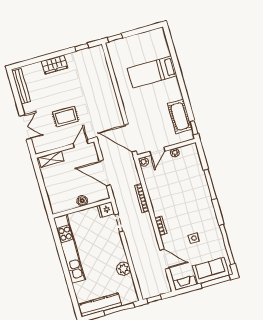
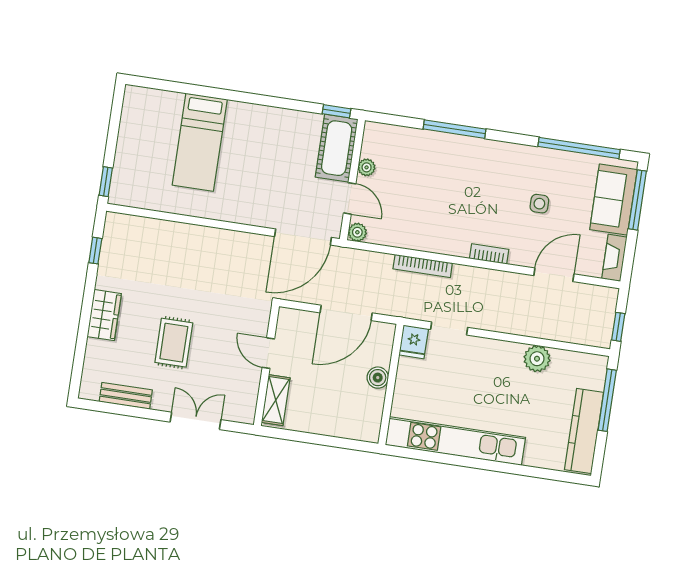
bench: (21, 86) -> (126, 396), width x0.73
cot: (180, 116) -> (337, 148), moved, turned 90
rug: (65, 117) -> (174, 343), moved
door: (81, 144) -> (268, 353), moved

